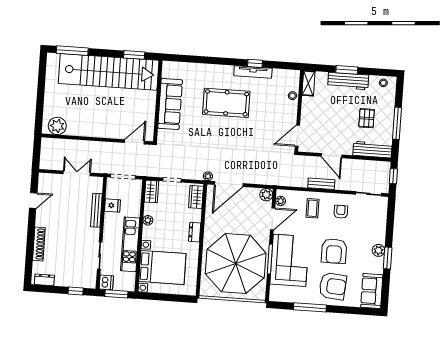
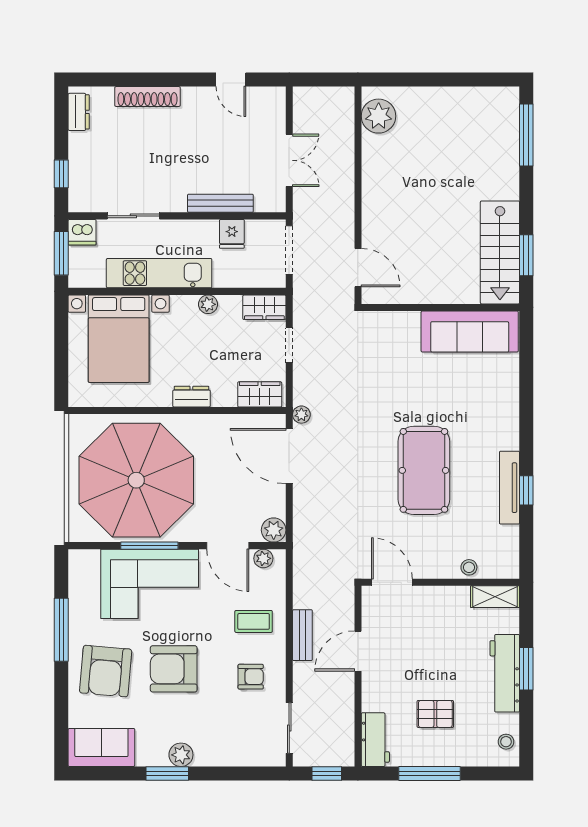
stairs: (109, 72) -> (500, 252), width x0.54, depth x0.66
pool table: (226, 103) -> (424, 470), moved
sofa: (170, 104) -> (470, 331), moved
workbench: (372, 150) -> (375, 740), width x0.73

